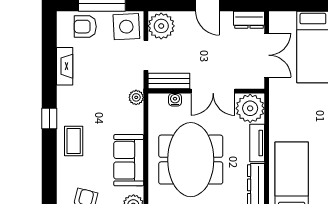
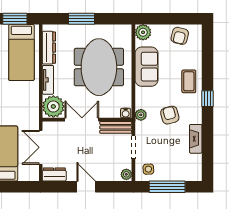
plant: (161, 26) -> (126, 174), width x0.53, depth x0.53
armchair: (85, 27) -> (170, 115), moved, turned -105
side table: (126, 27) -> (148, 169), width x0.54, depth x0.54
water cooler: (175, 100) -> (126, 113), moved

